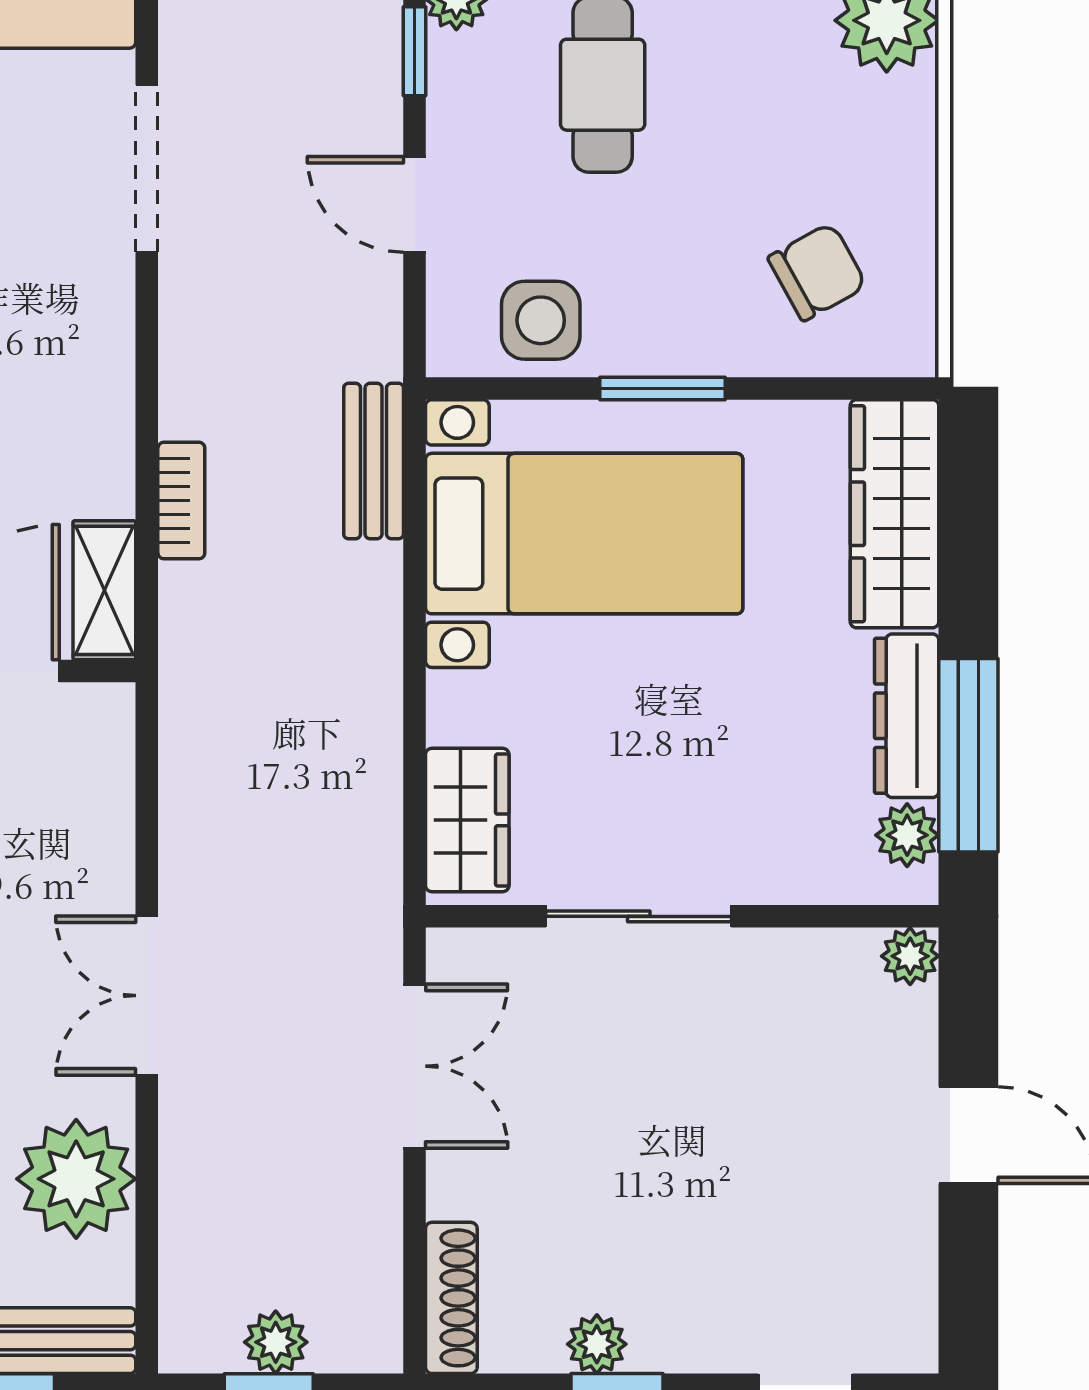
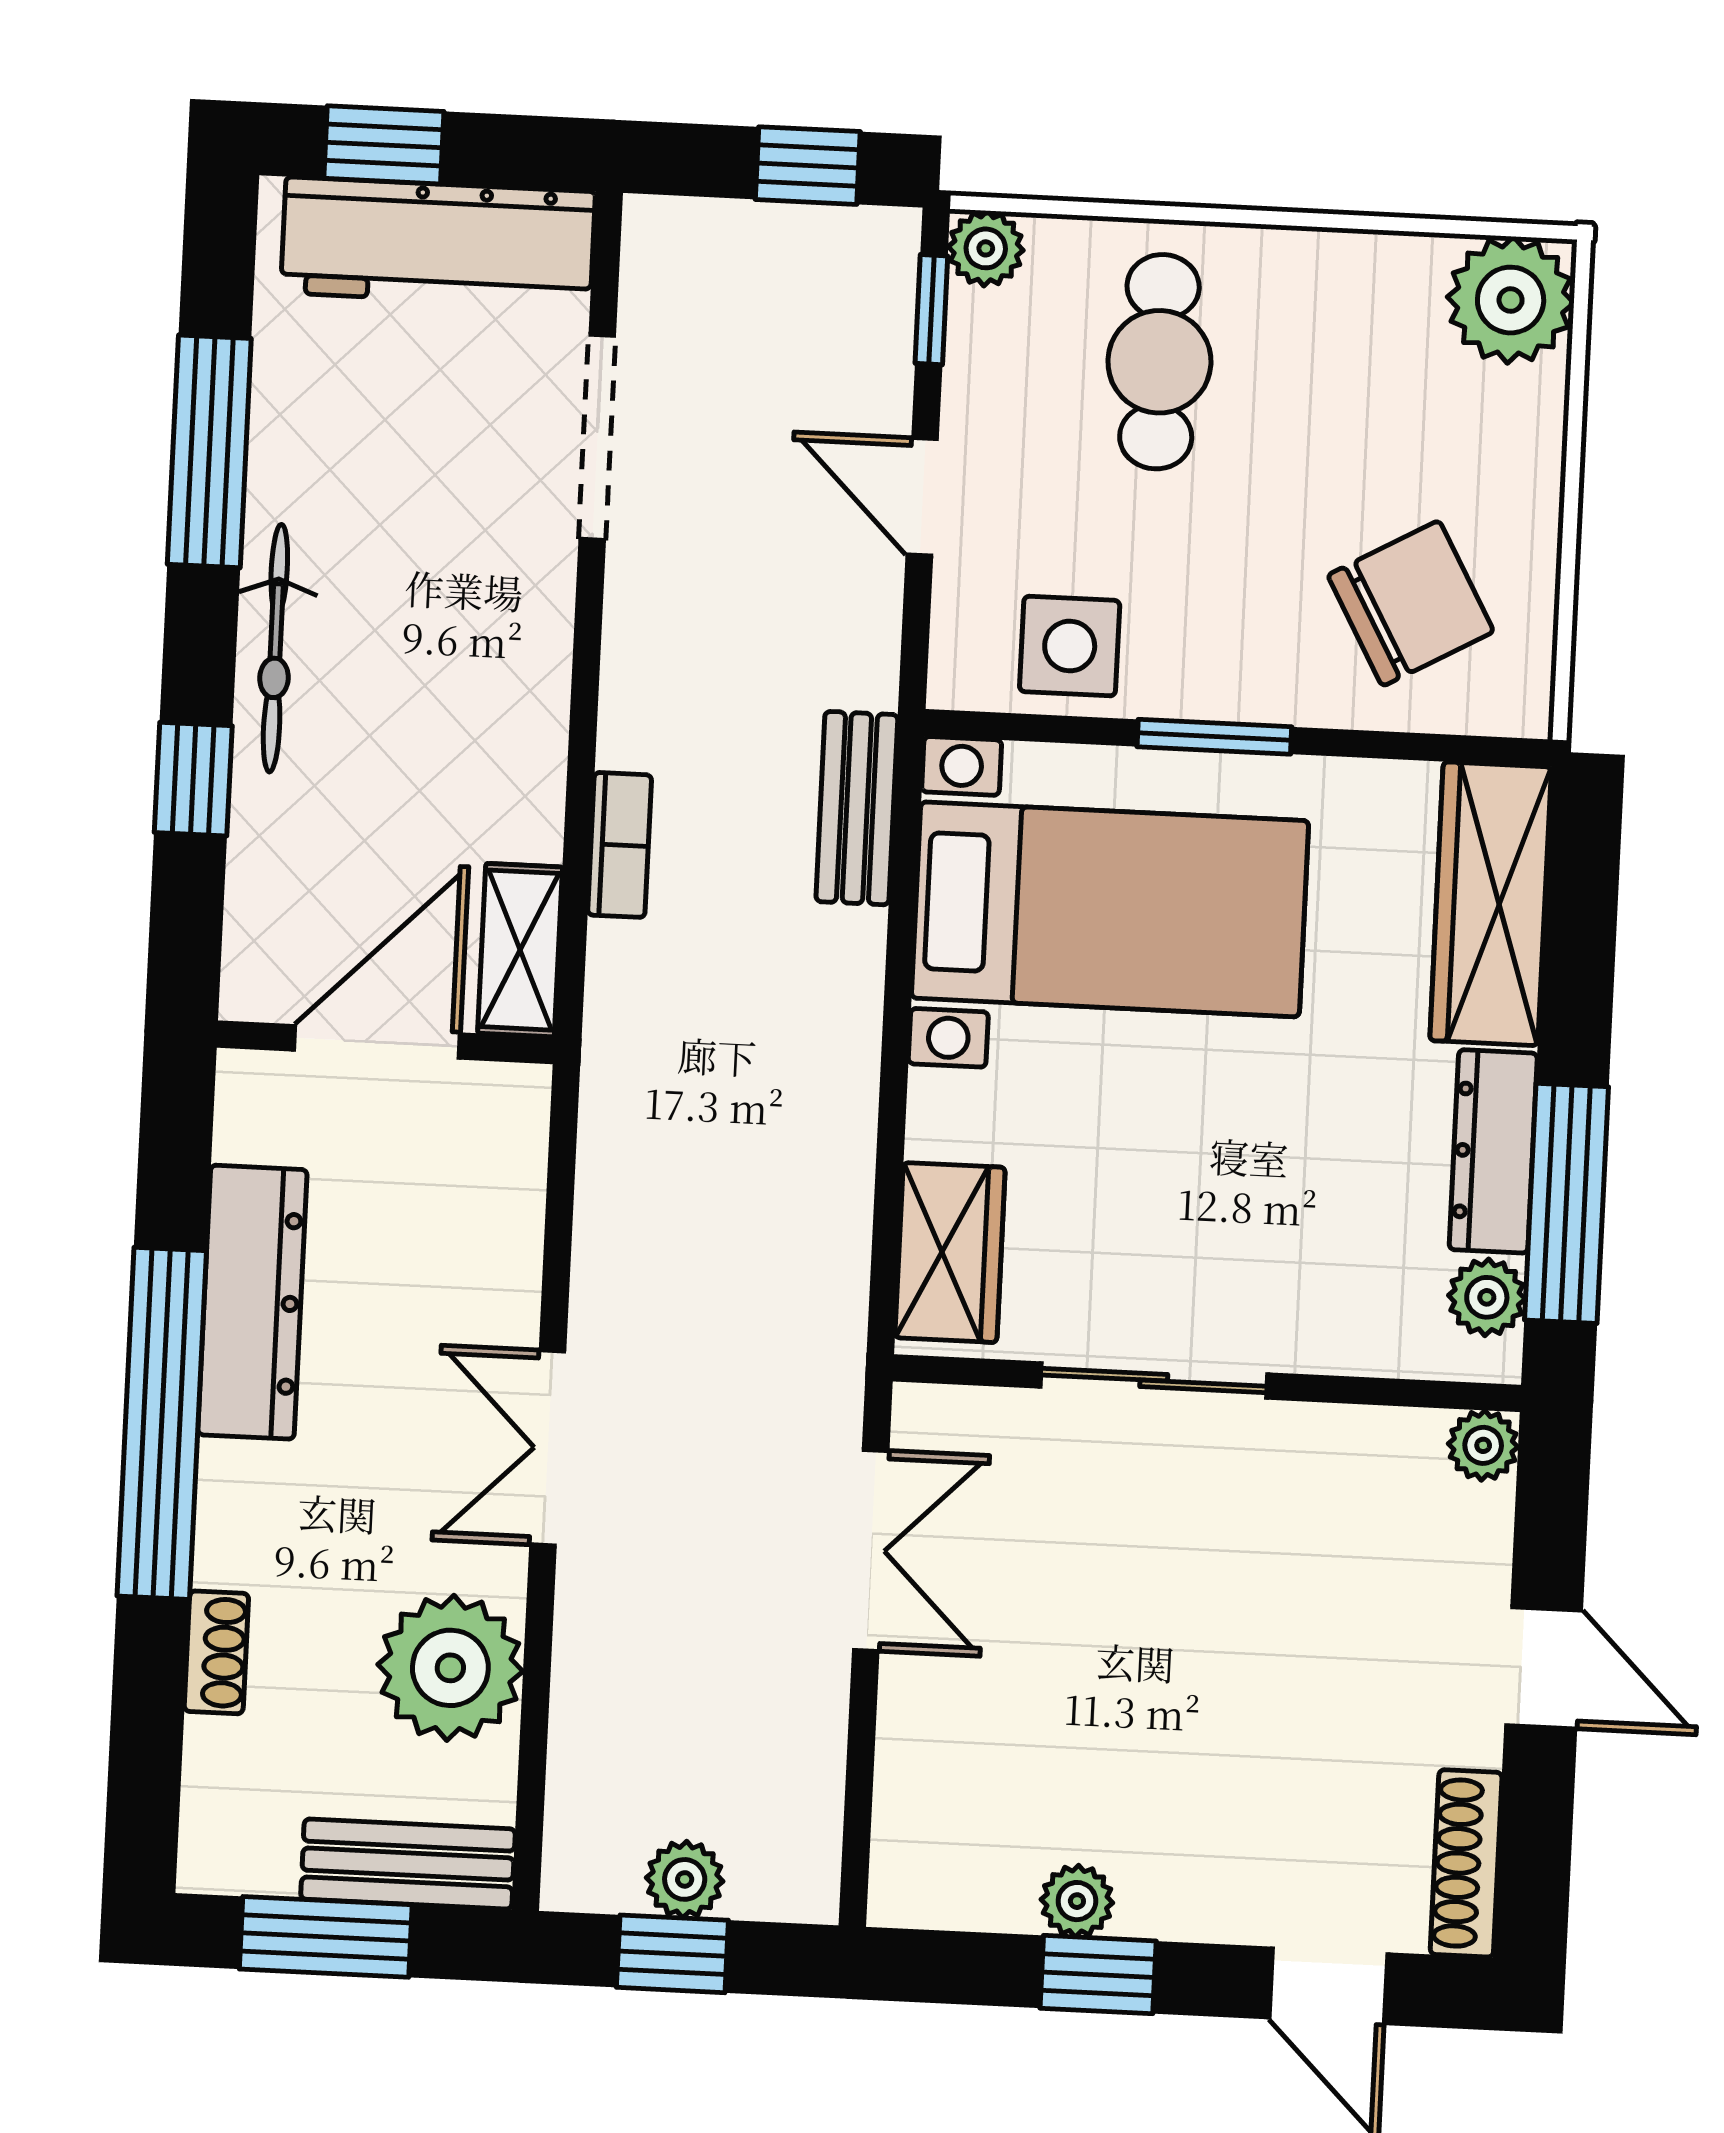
chair: (817, 272) -> (1411, 603), width x1.37, depth x1.37
shoe rack: (451, 1298) -> (1466, 1863), moved, turned 180

